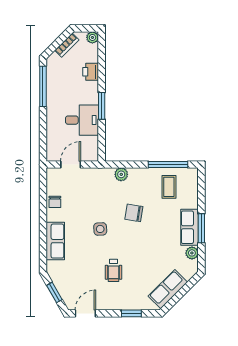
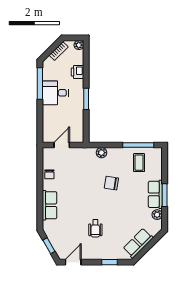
desk: (82, 120) -> (55, 93), moved, turned 180
side table: (100, 229) -> (85, 196), removed

